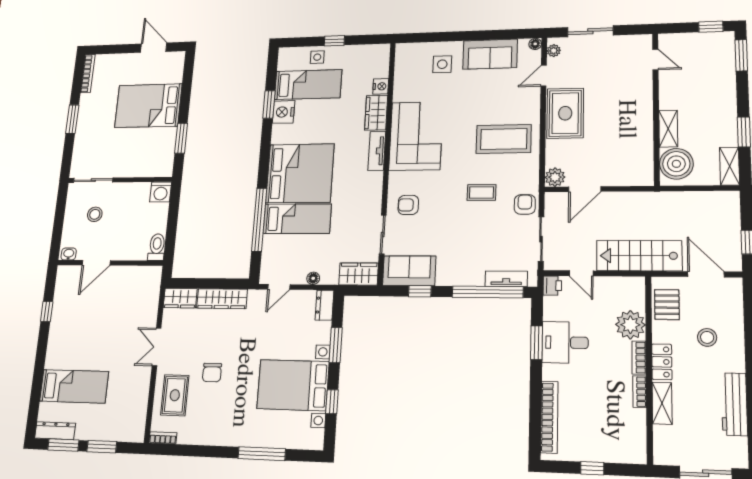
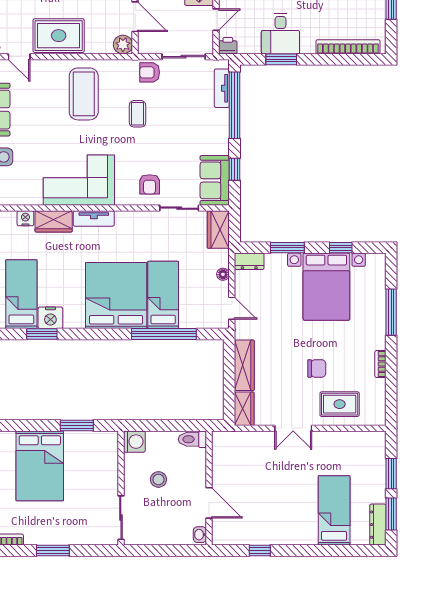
stool: (95, 214) -> (158, 479), moved
bookcase: (163, 438) -> (380, 364), moved

